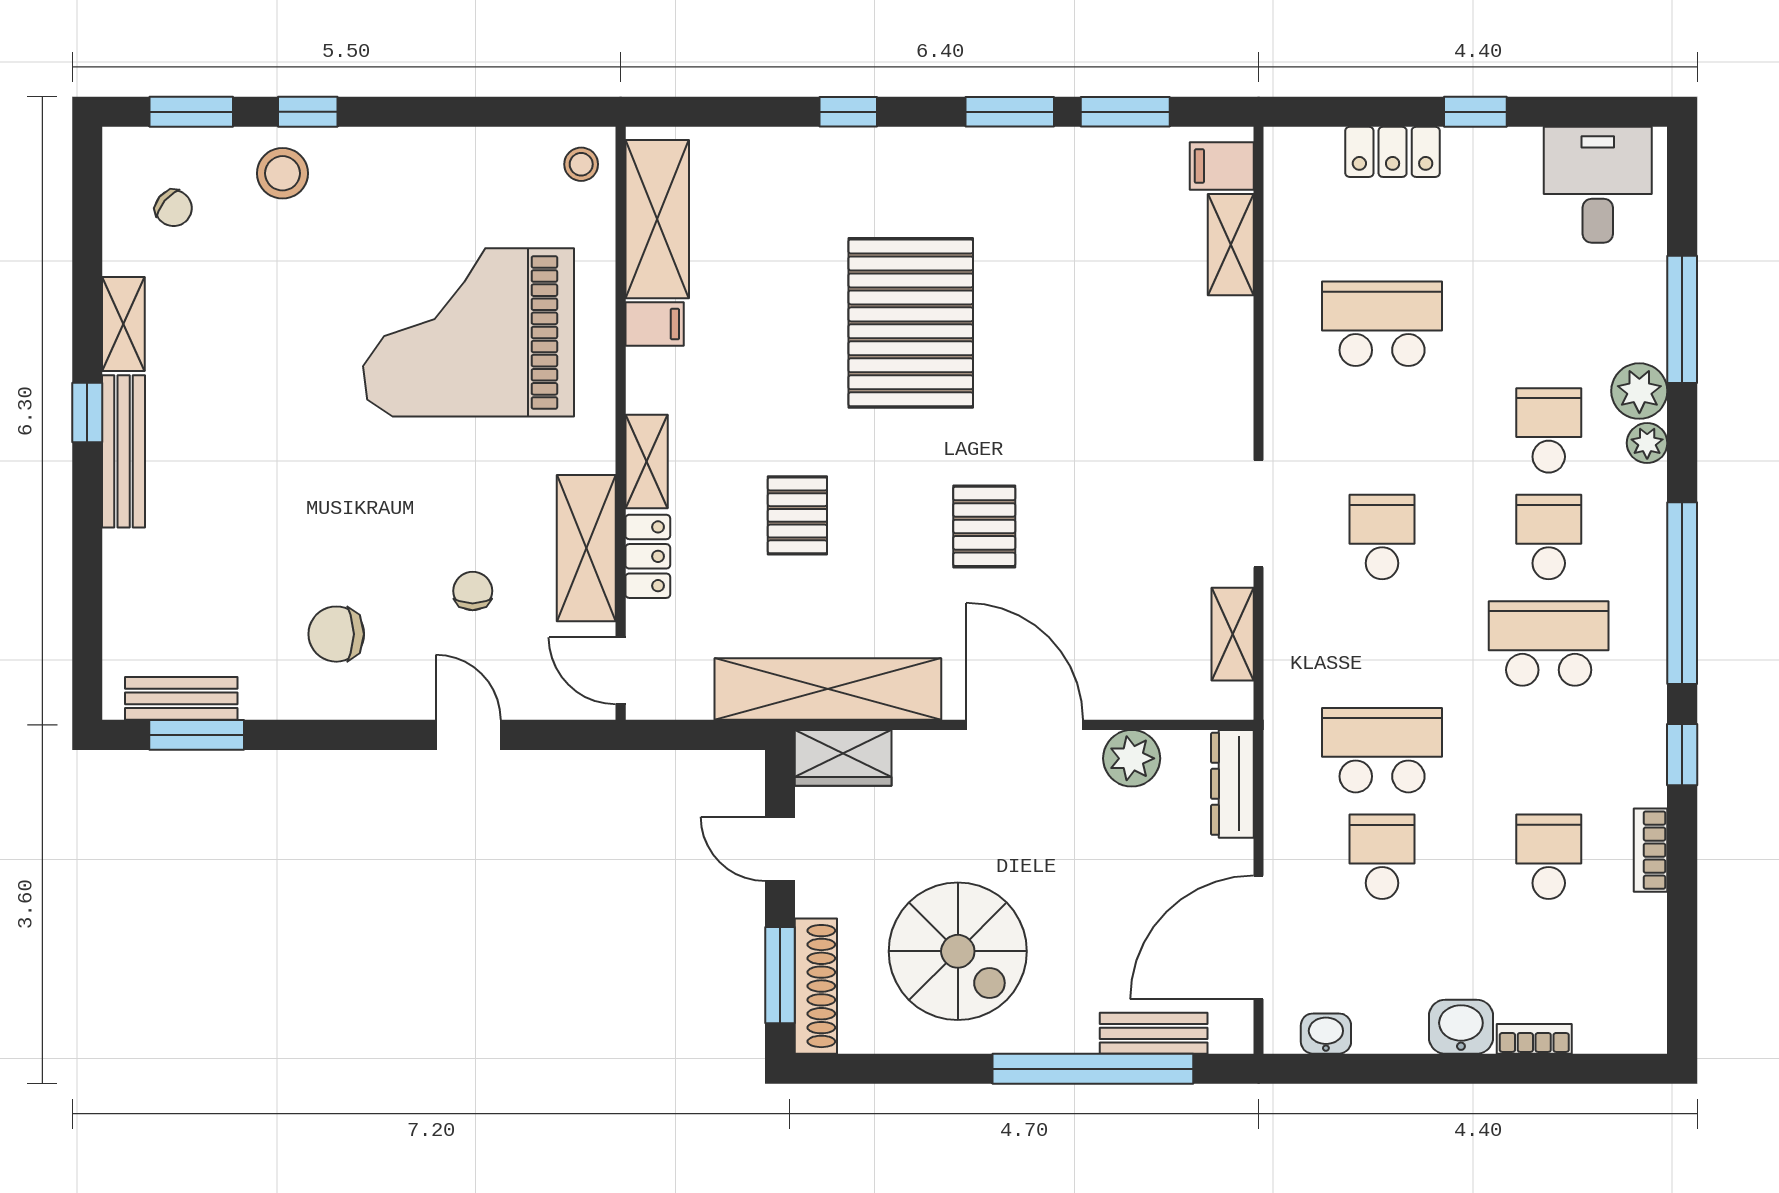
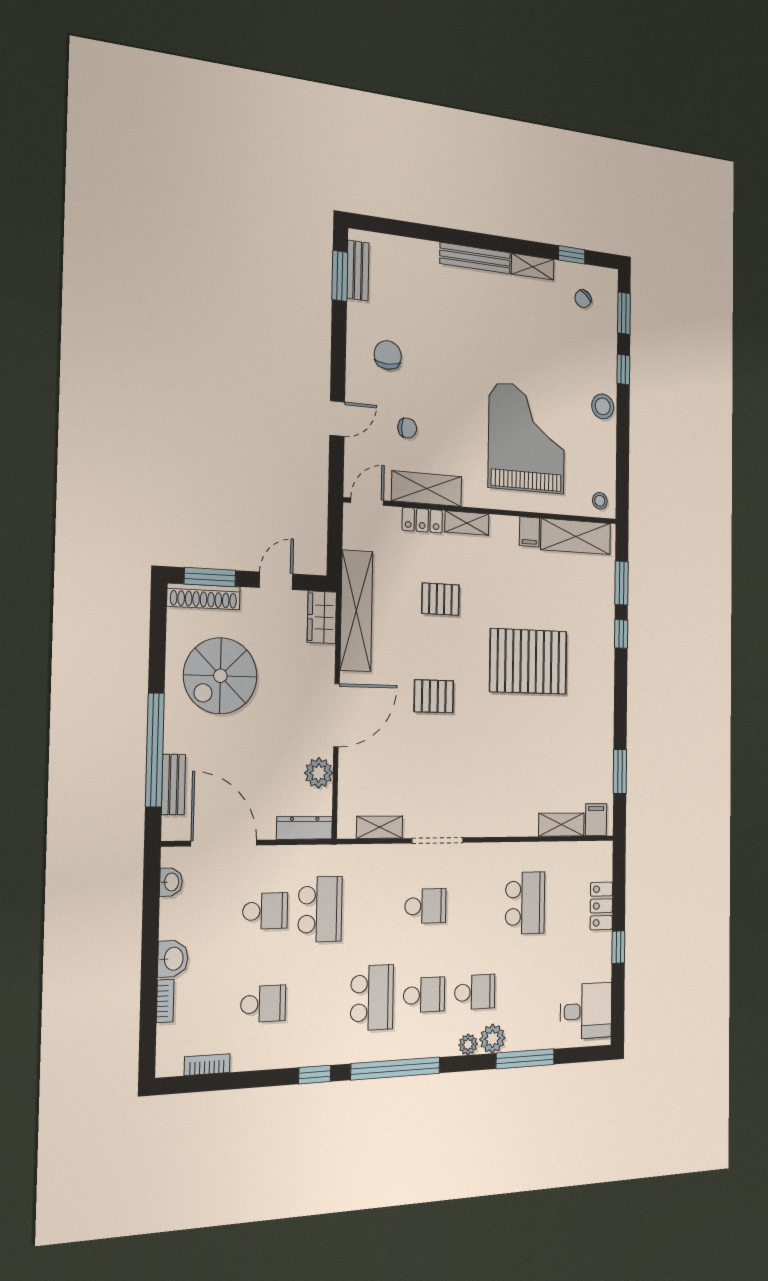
window: (1010, 112) -> (622, 583), moved
stool: (282, 173) -> (603, 406), moved
window: (87, 412) -> (572, 255), moved
bookcase: (1651, 850) -> (207, 1065), moved

